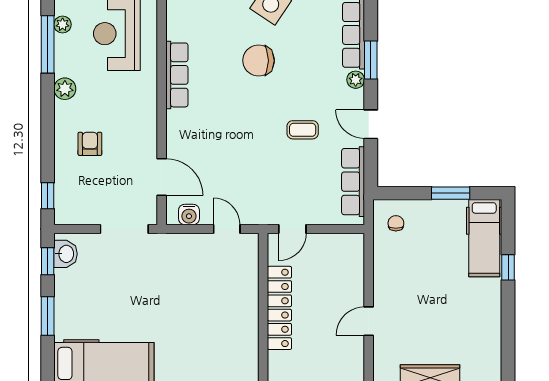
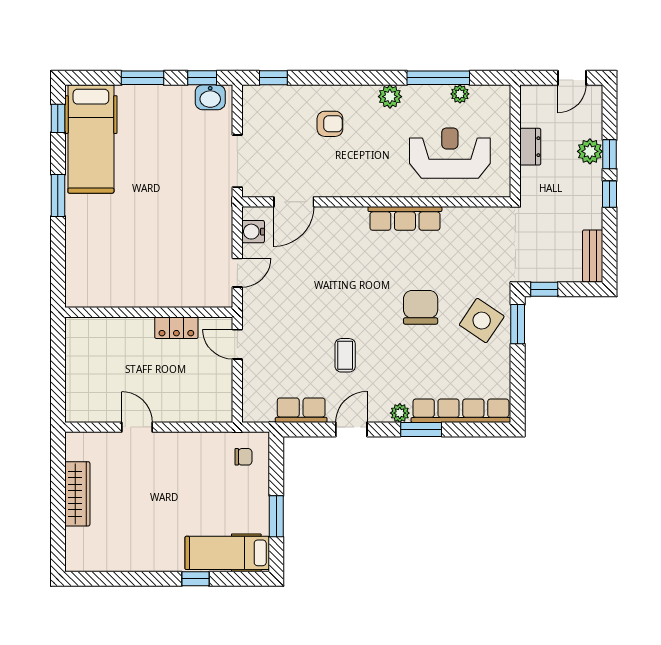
row of seats: (353, 182) -> (301, 410), width x0.68
locker: (279, 308) -> (176, 328), width x0.46, depth x0.83

